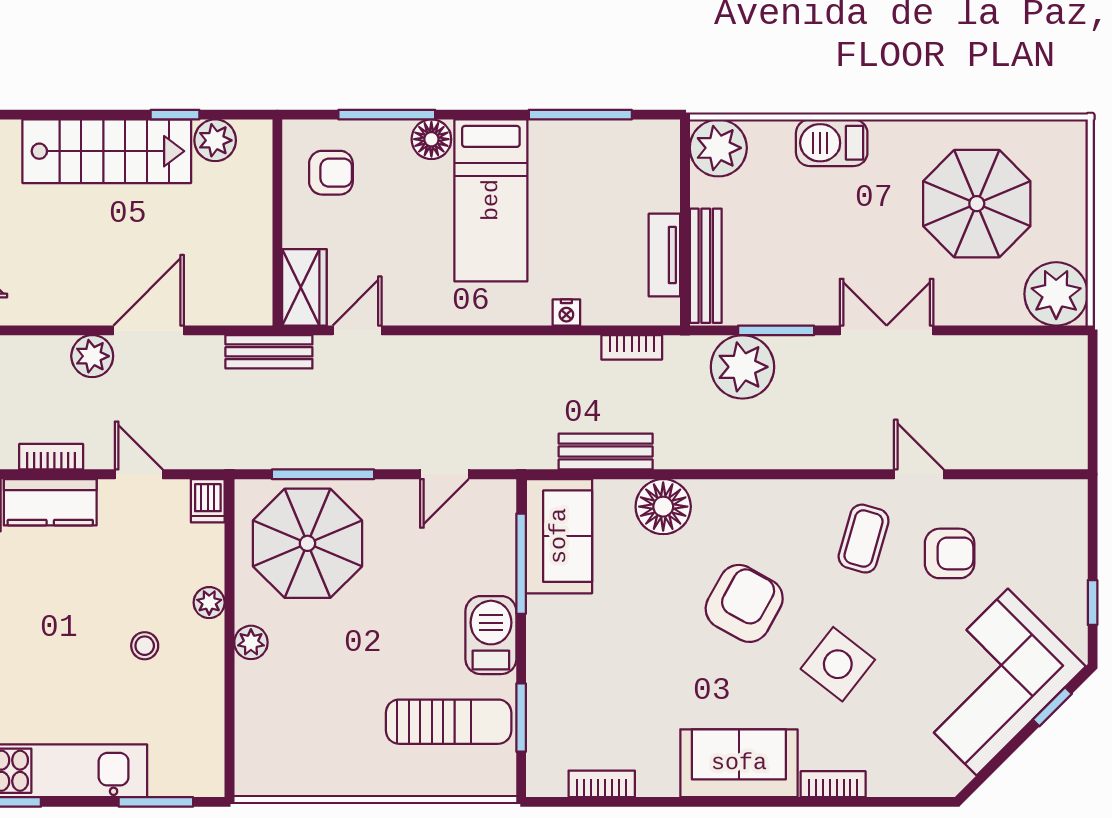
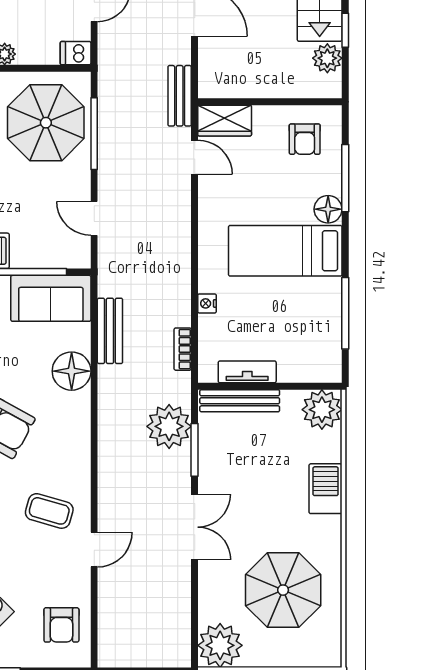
armchair: (950, 553) -> (61, 625), moved

